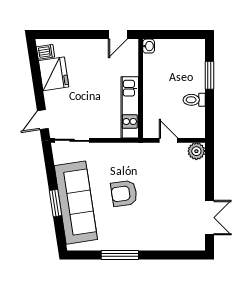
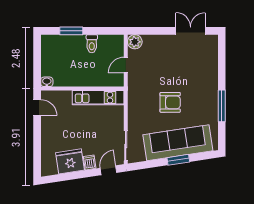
dishwasher: (45, 52) -> (90, 162), moved
door: (43, 120) -> (108, 170), swing flipped
armchair: (124, 193) -> (170, 102), turned -82

